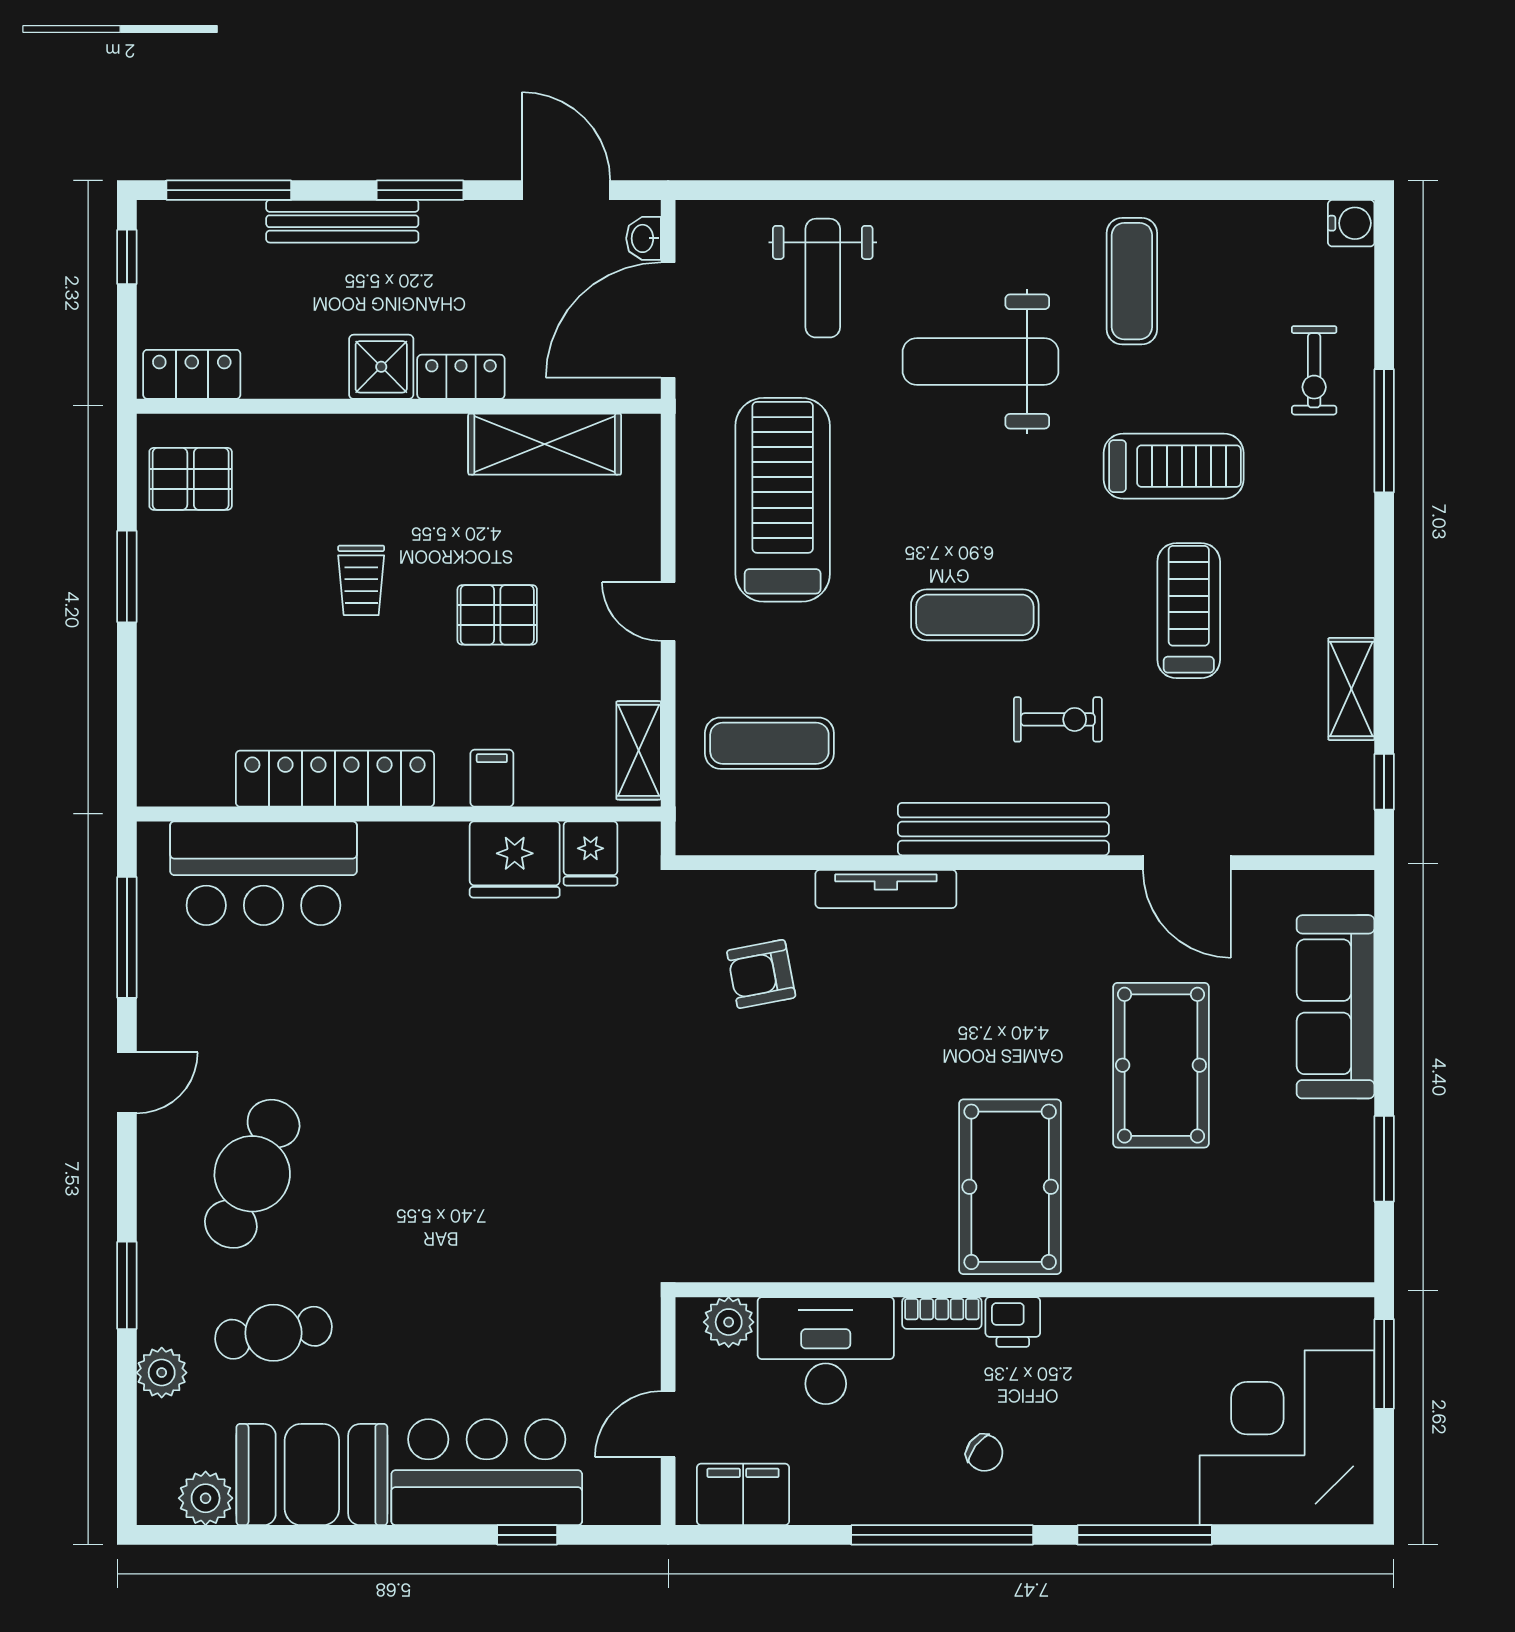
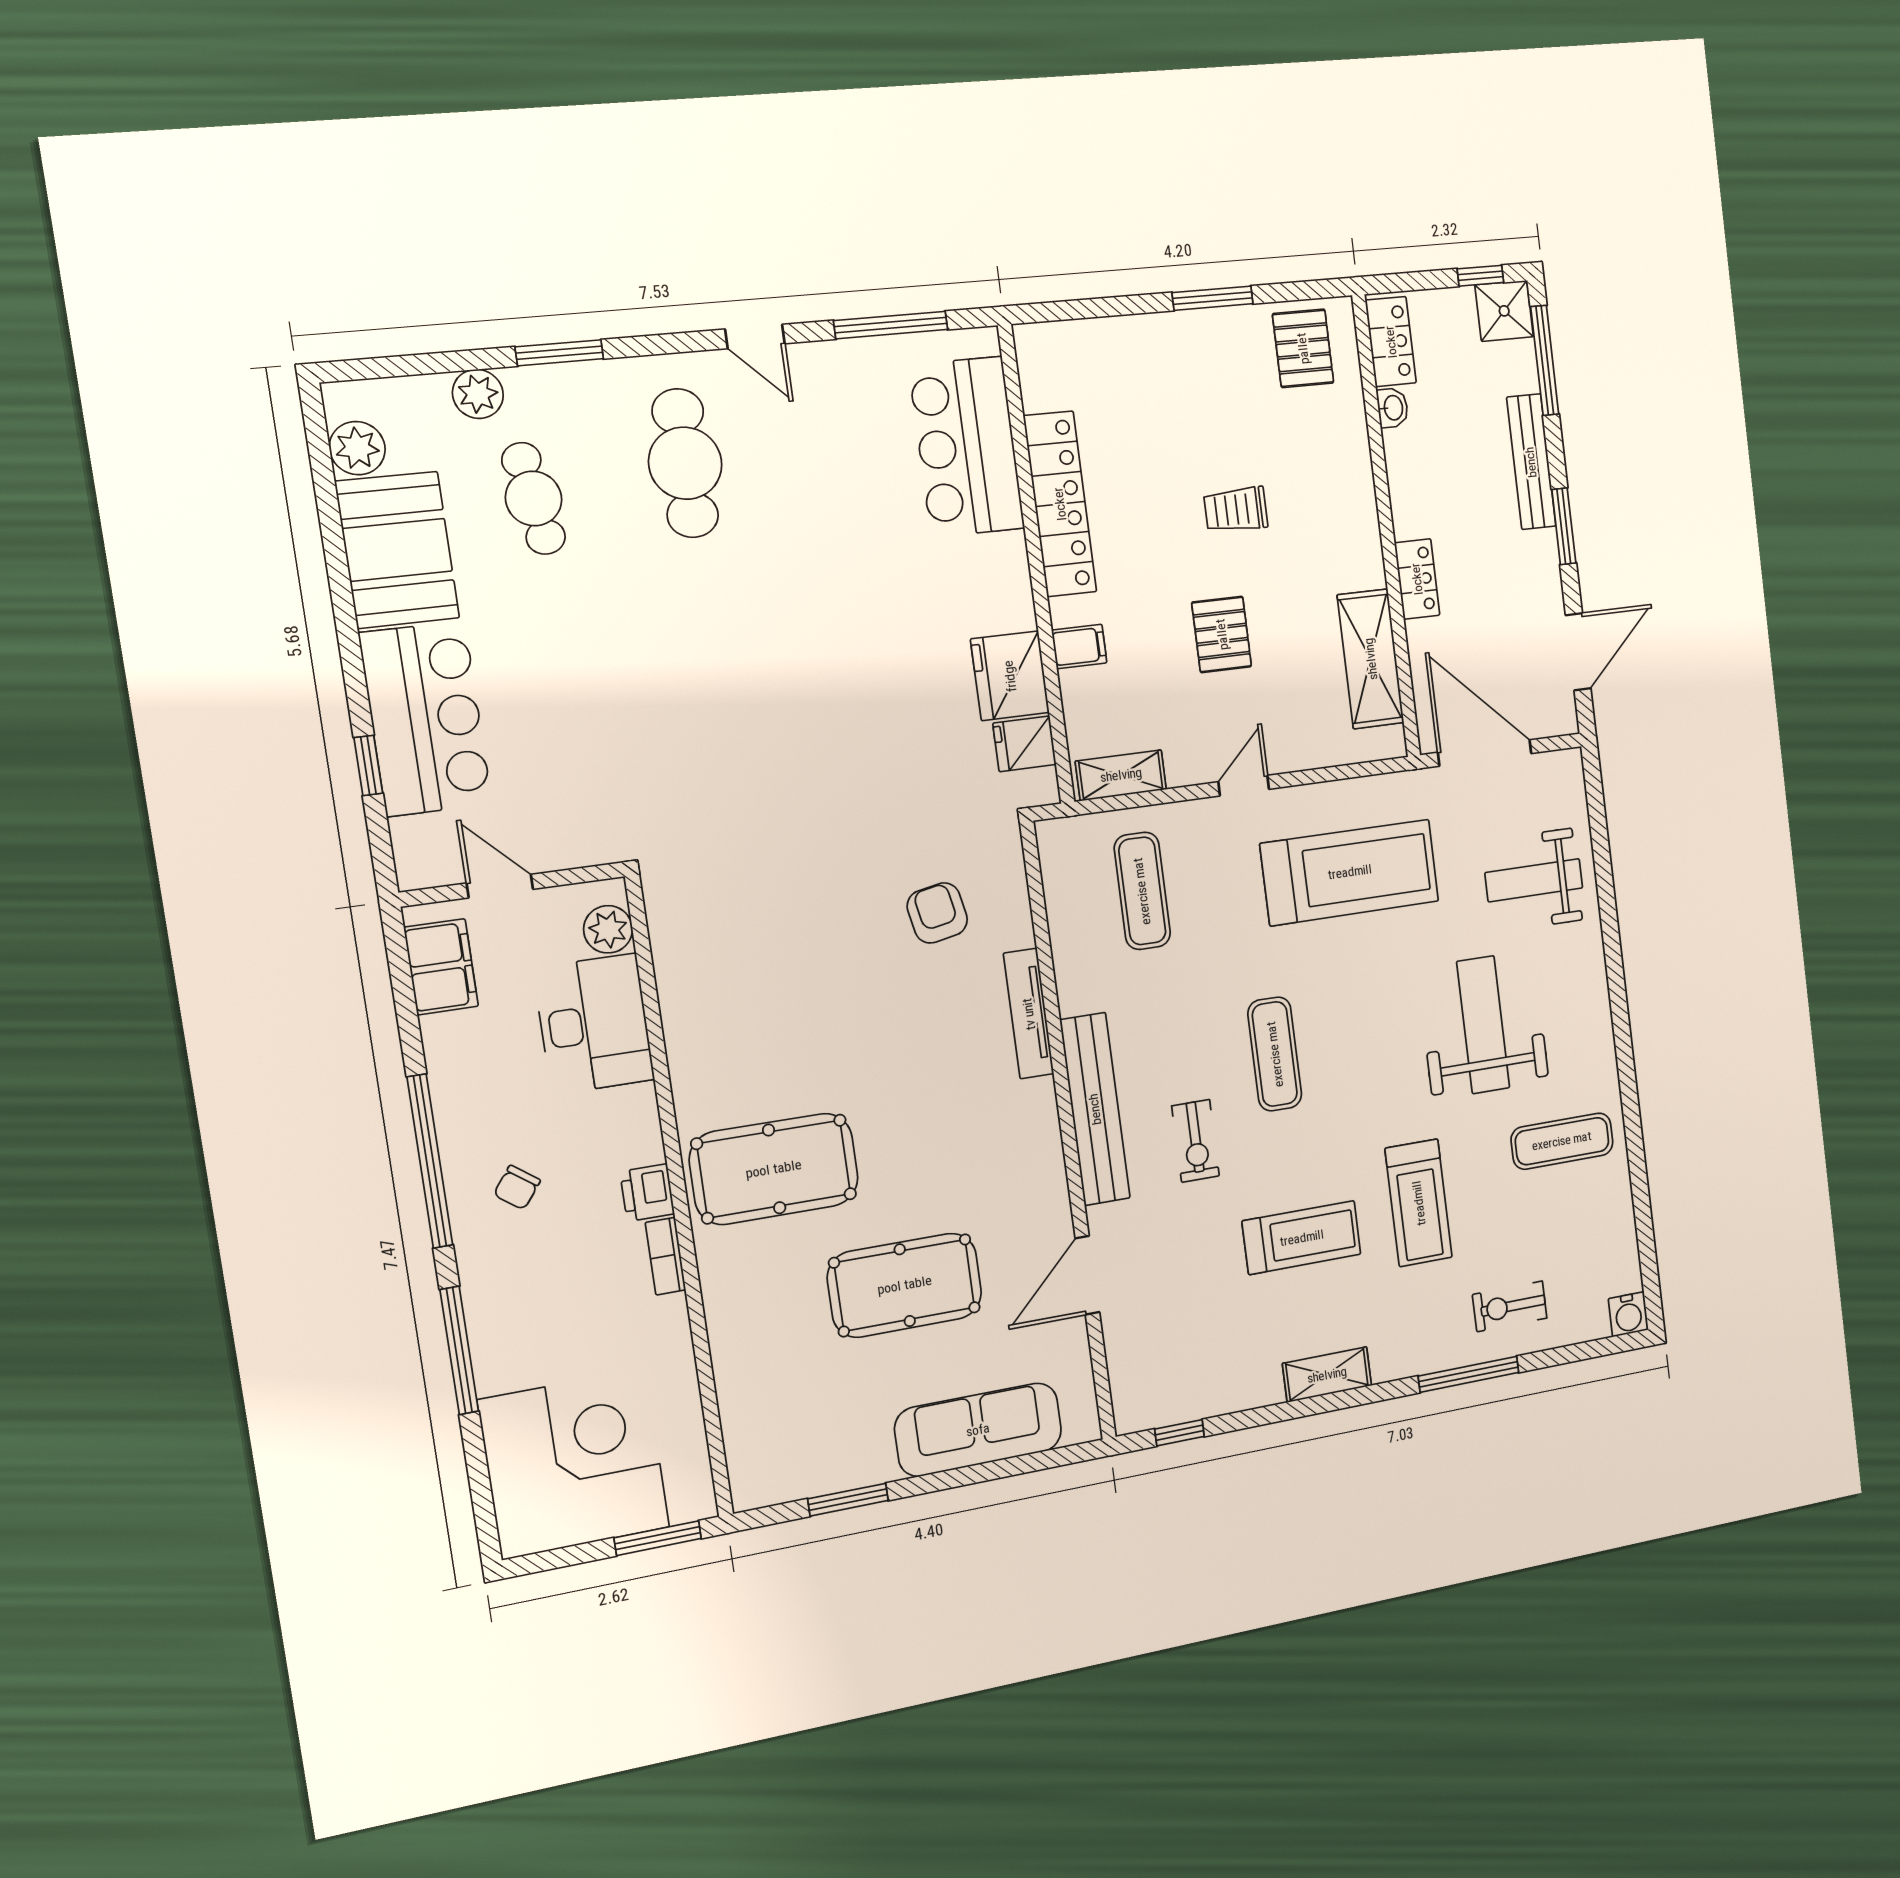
washbasin: (643, 238) -> (1393, 408), moved, turned 90
shower: (381, 367) -> (1504, 311), moved
shelving: (1351, 689) -> (1327, 1375), moved
cafe table: (252, 1174) -> (685, 463), turned 67
bookcase: (942, 1313) -> (665, 1256), moved

